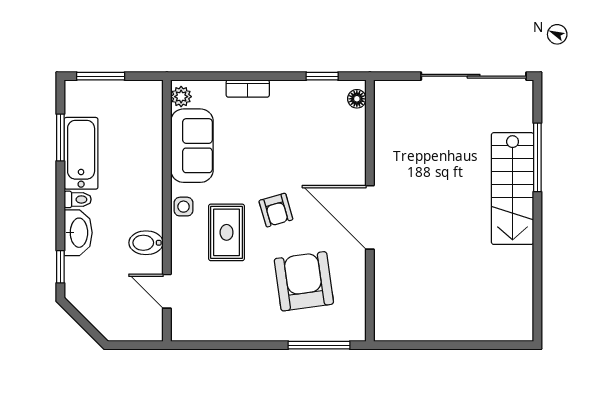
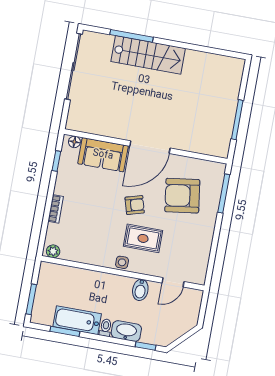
sofa: (192, 146) -> (103, 155), moved, turned 180
window: (437, 345) -> (237, 120), added

